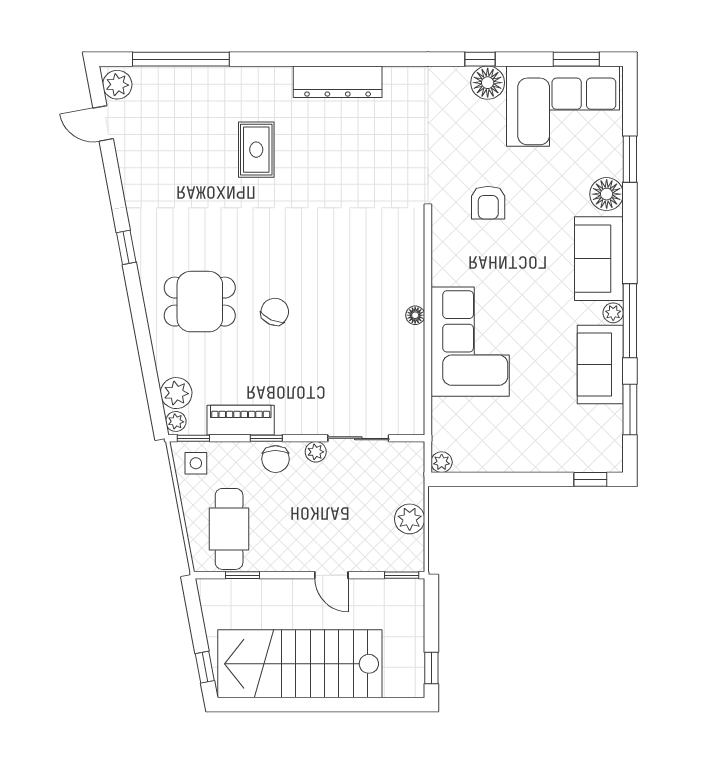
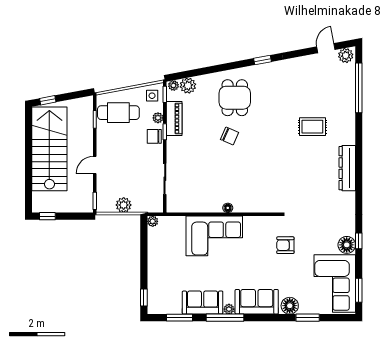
plant: (316, 452) -> (158, 118), moved

